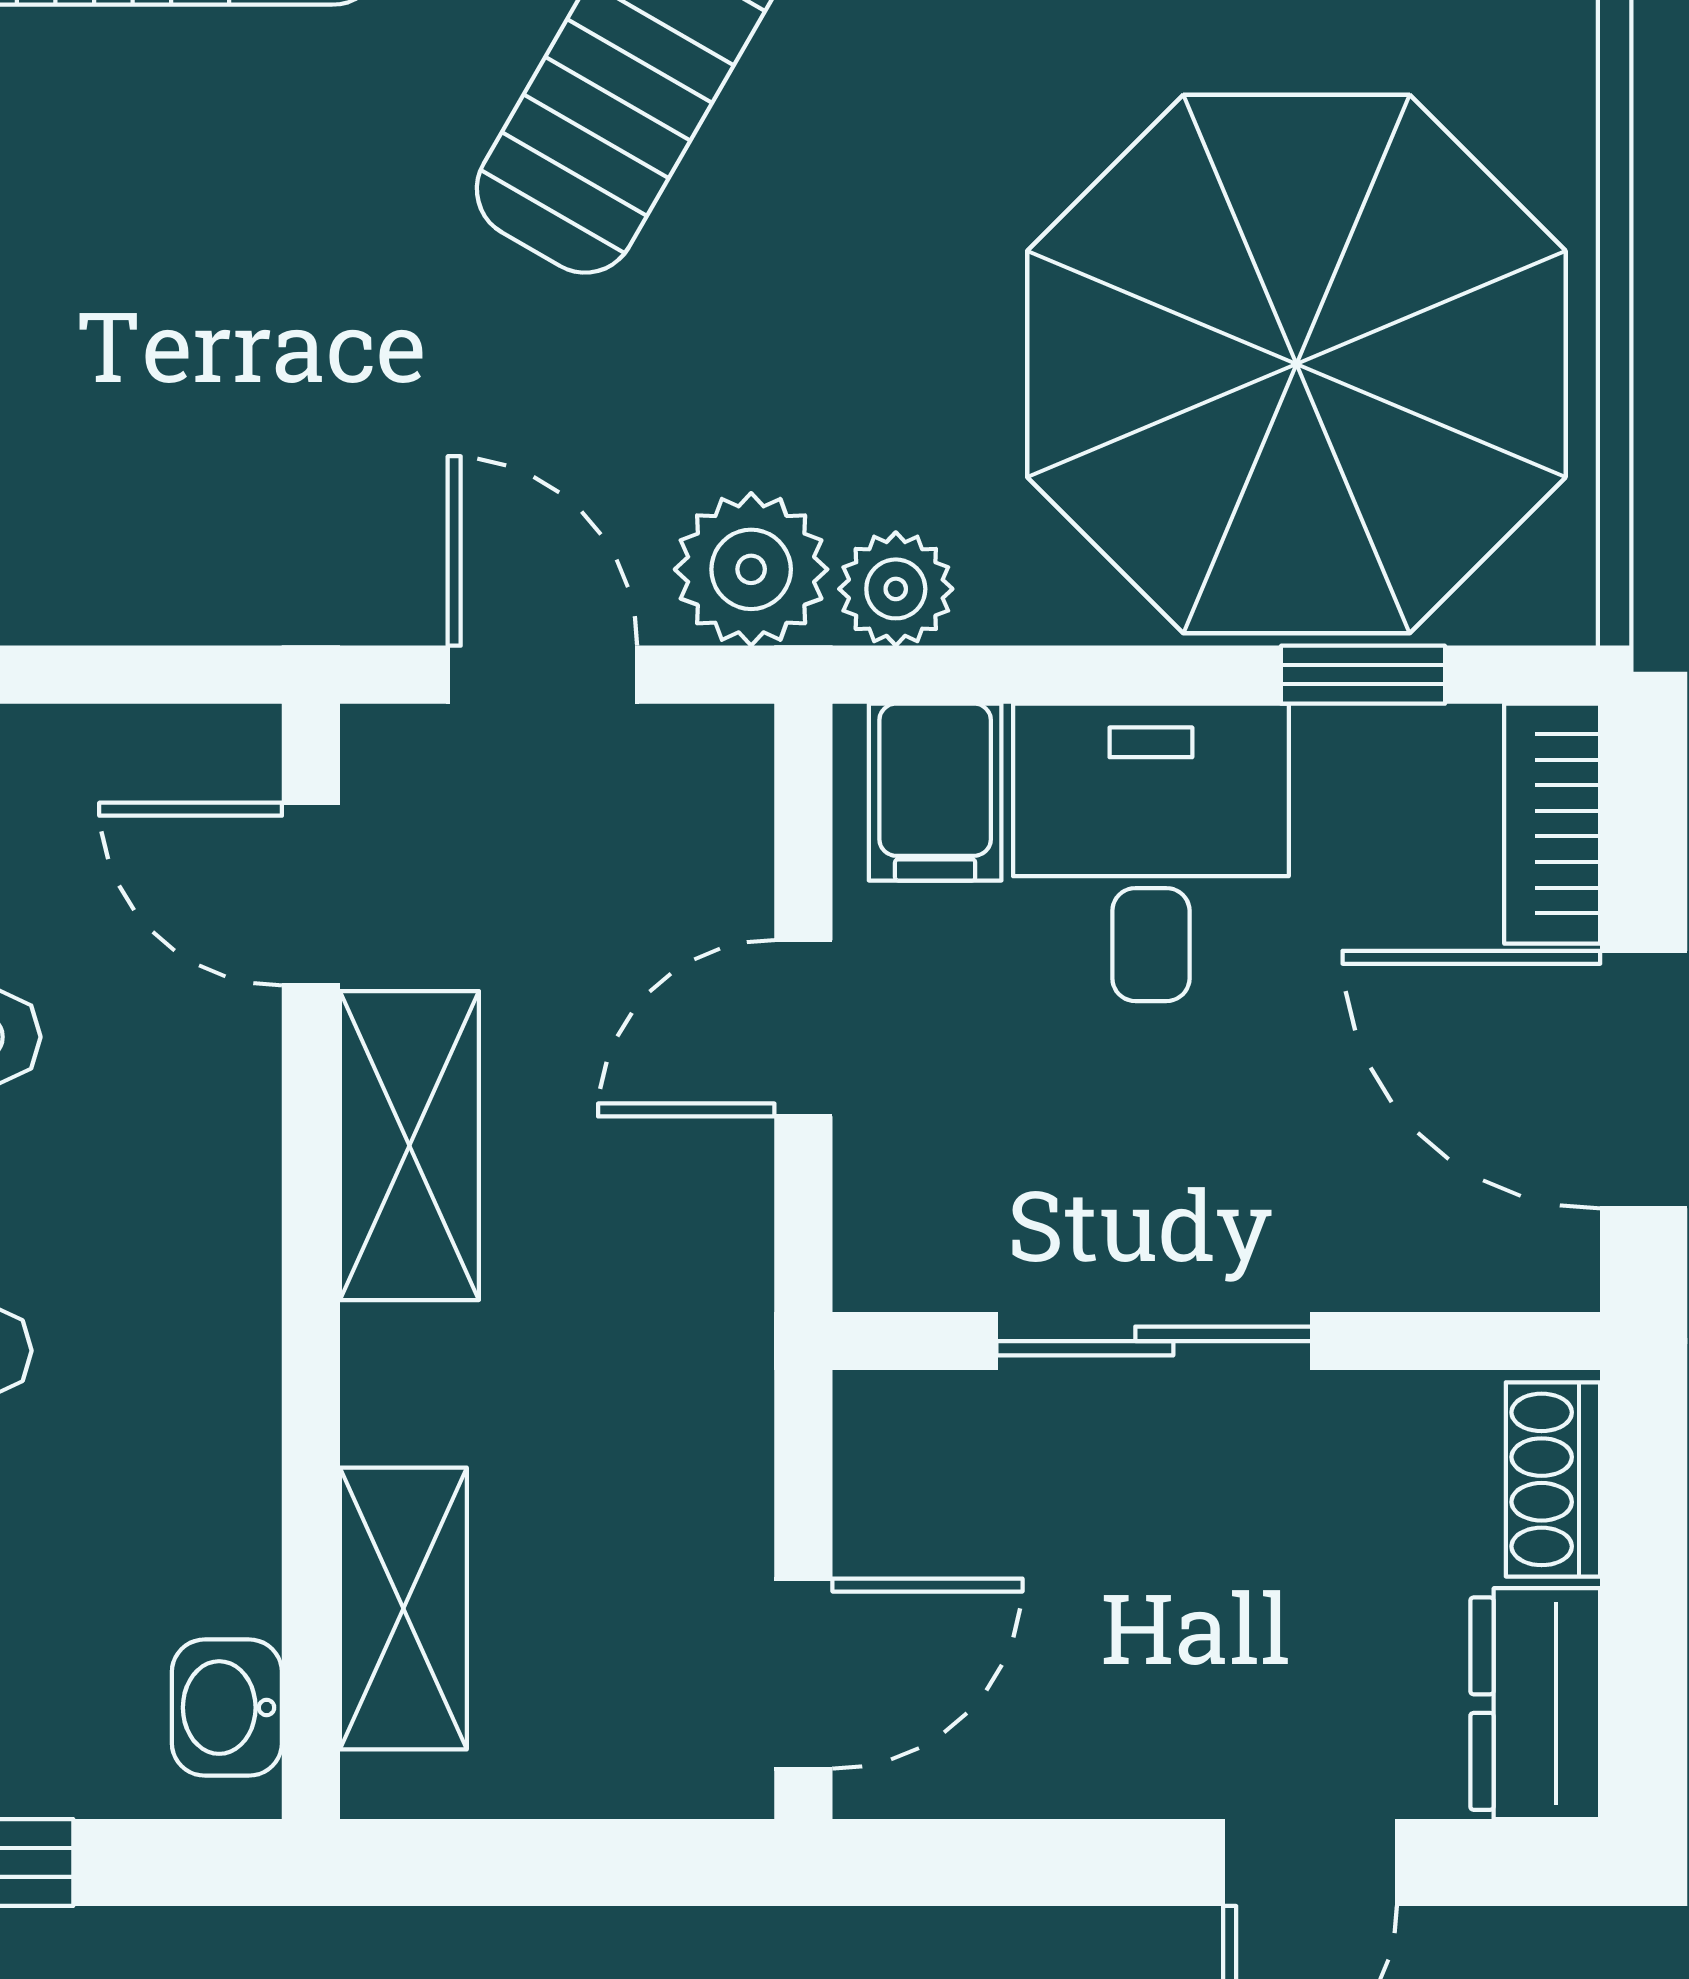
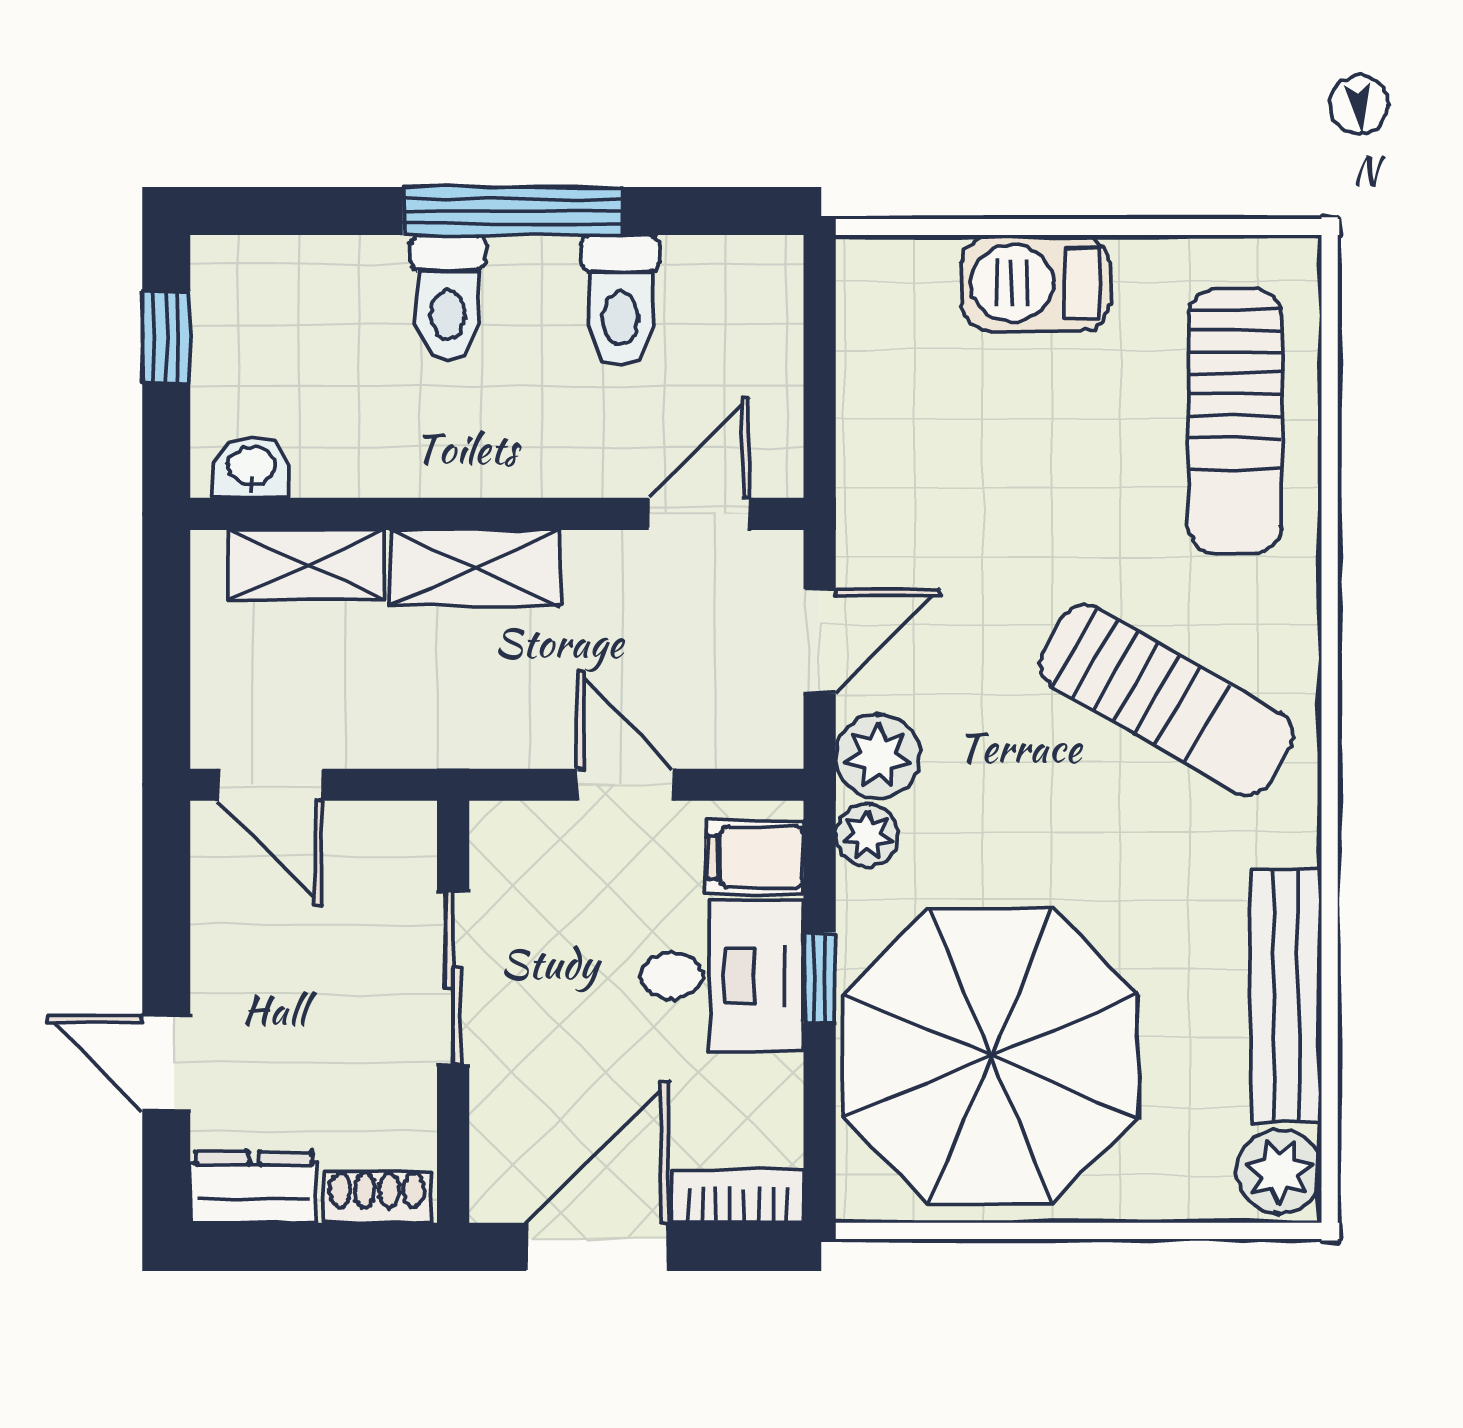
window: (1363, 675) -> (820, 978), moved
shelving: (409, 1146) -> (475, 568), moved

